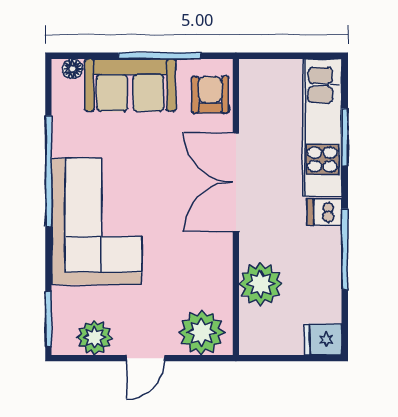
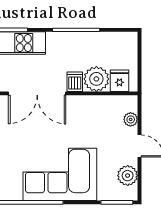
dishwasher: (325, 212) -> (75, 82), moved, turned 180
plant: (202, 332) -> (131, 119), width x0.53, depth x0.53
fridge: (323, 339) -> (119, 81), moved, turned 180

